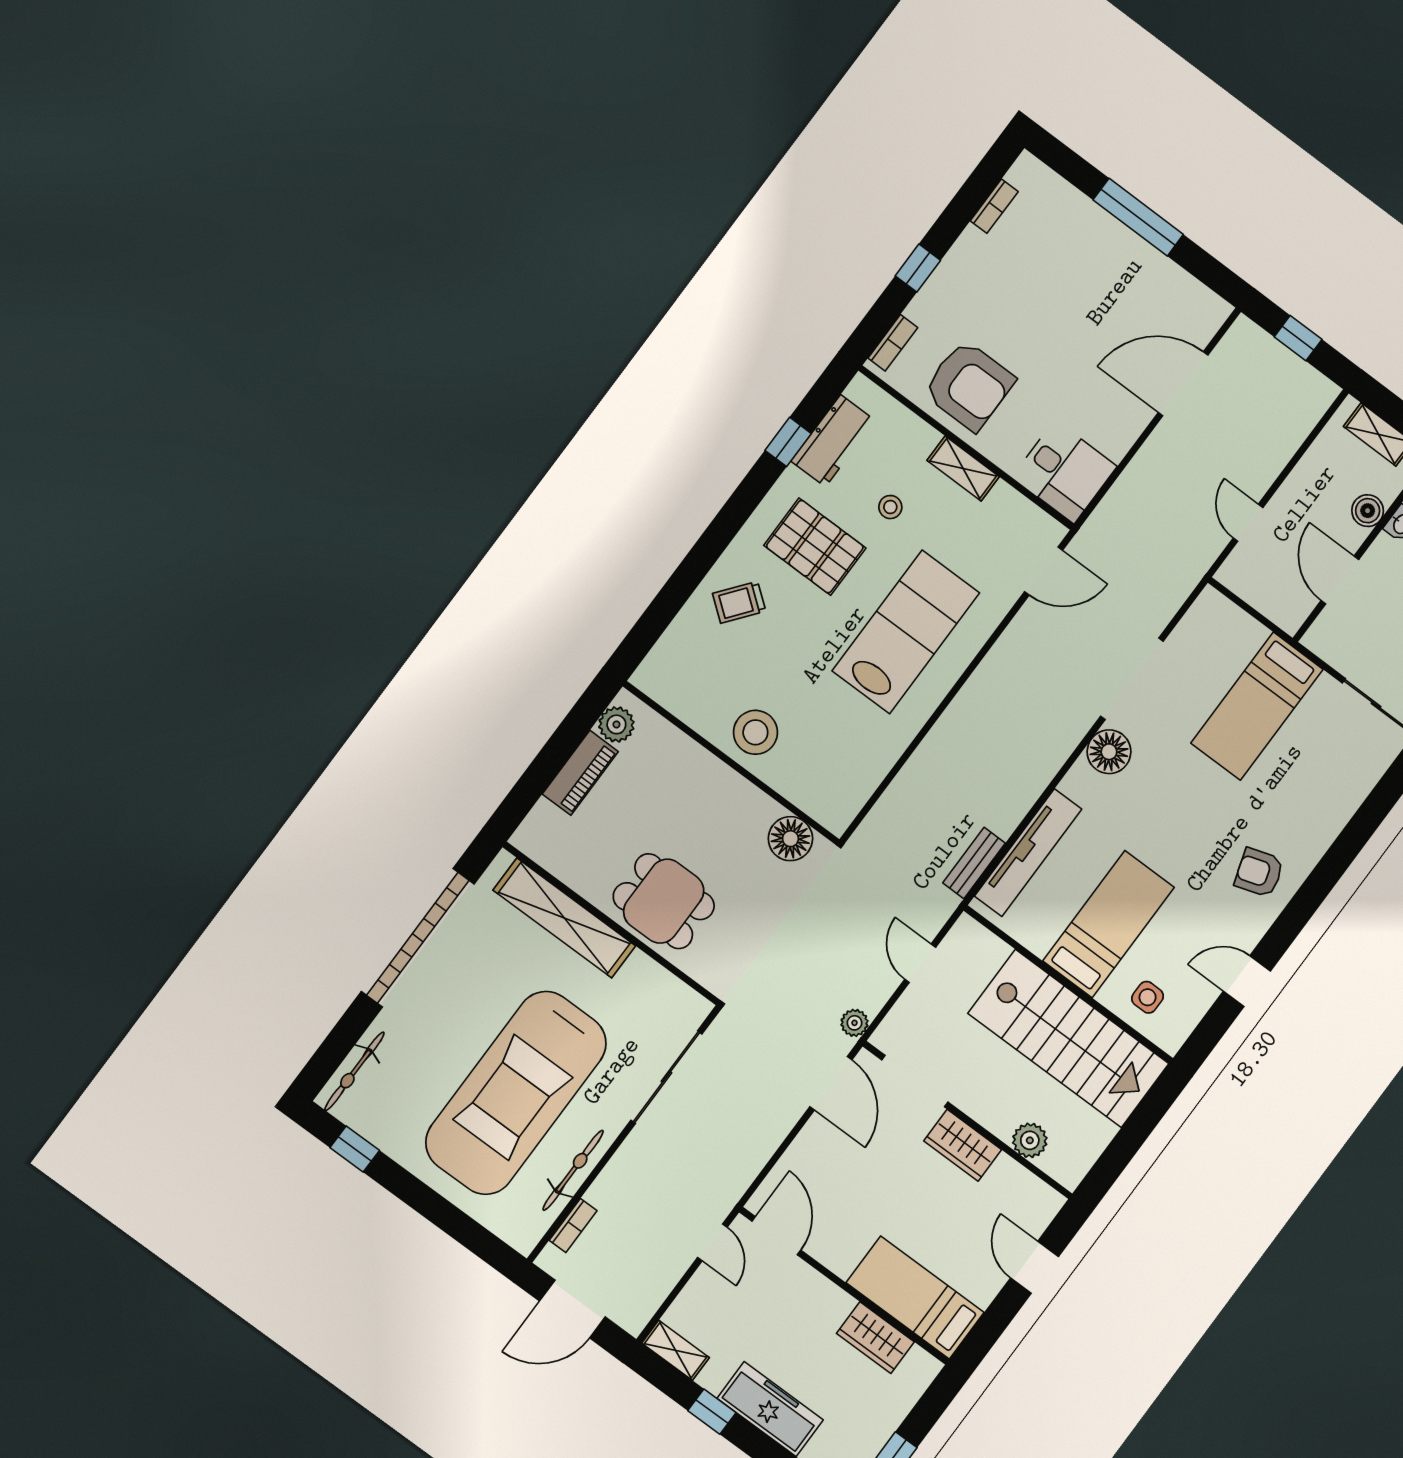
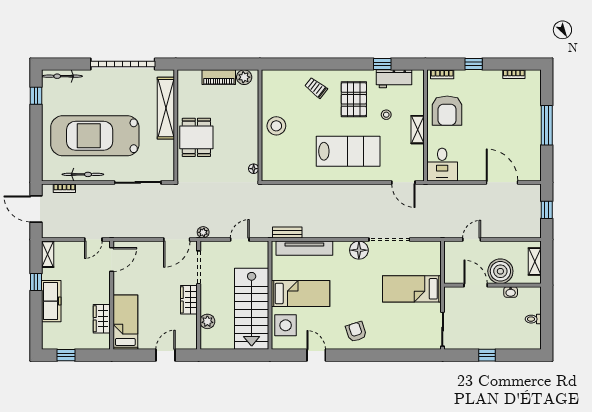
boiler: (1368, 511) -> (500, 271), width x1.86, depth x1.86
door: (1340, 580) -> (476, 285), hinge flipped
floor lamp: (790, 839) -> (254, 169), width x0.53, depth x0.53
side table: (1148, 997) -> (286, 325), width x1.87, depth x1.87

